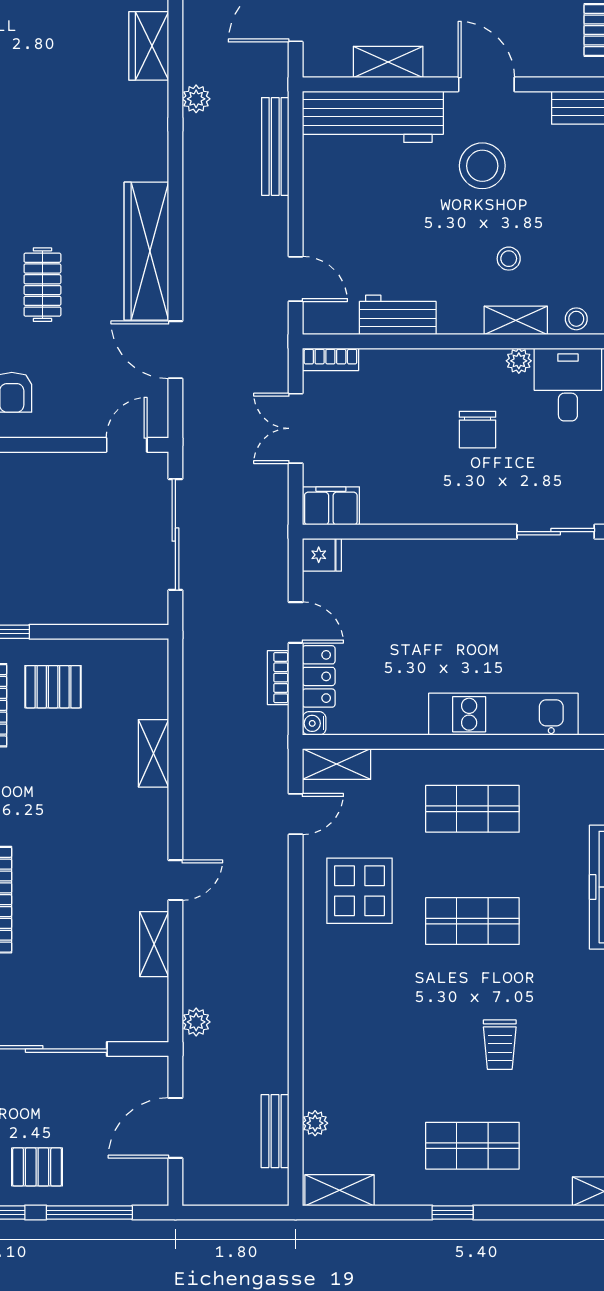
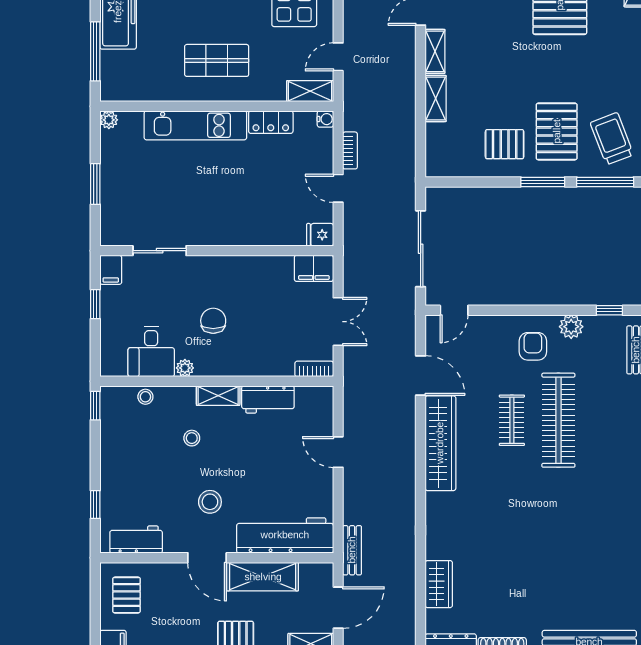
shelving: (388, 62) -> (263, 577), width x1.50, depth x1.33
plant: (196, 99) -> (406, 548), removed
bench: (275, 146) -> (352, 550), moved, width x0.73
stool: (482, 166) -> (210, 502), width x0.73, depth x0.73
door: (296, 279) -> (338, 452), moved
shelving: (516, 320) -> (218, 396), moved
locker: (319, 676) -> (271, 122), moved, turned -90
shelving: (154, 822) -> (435, 51), added

